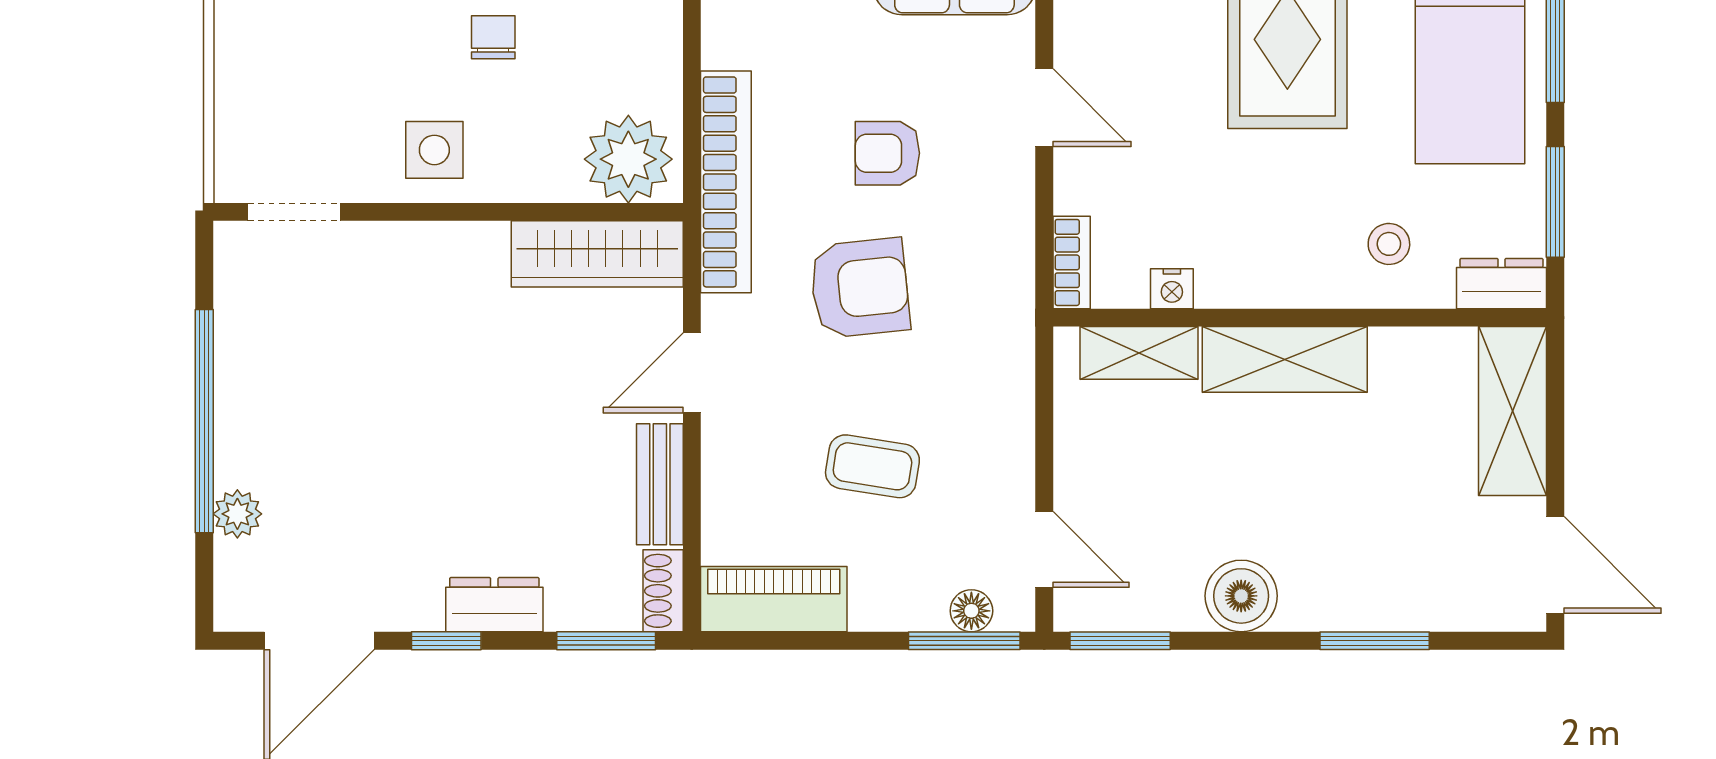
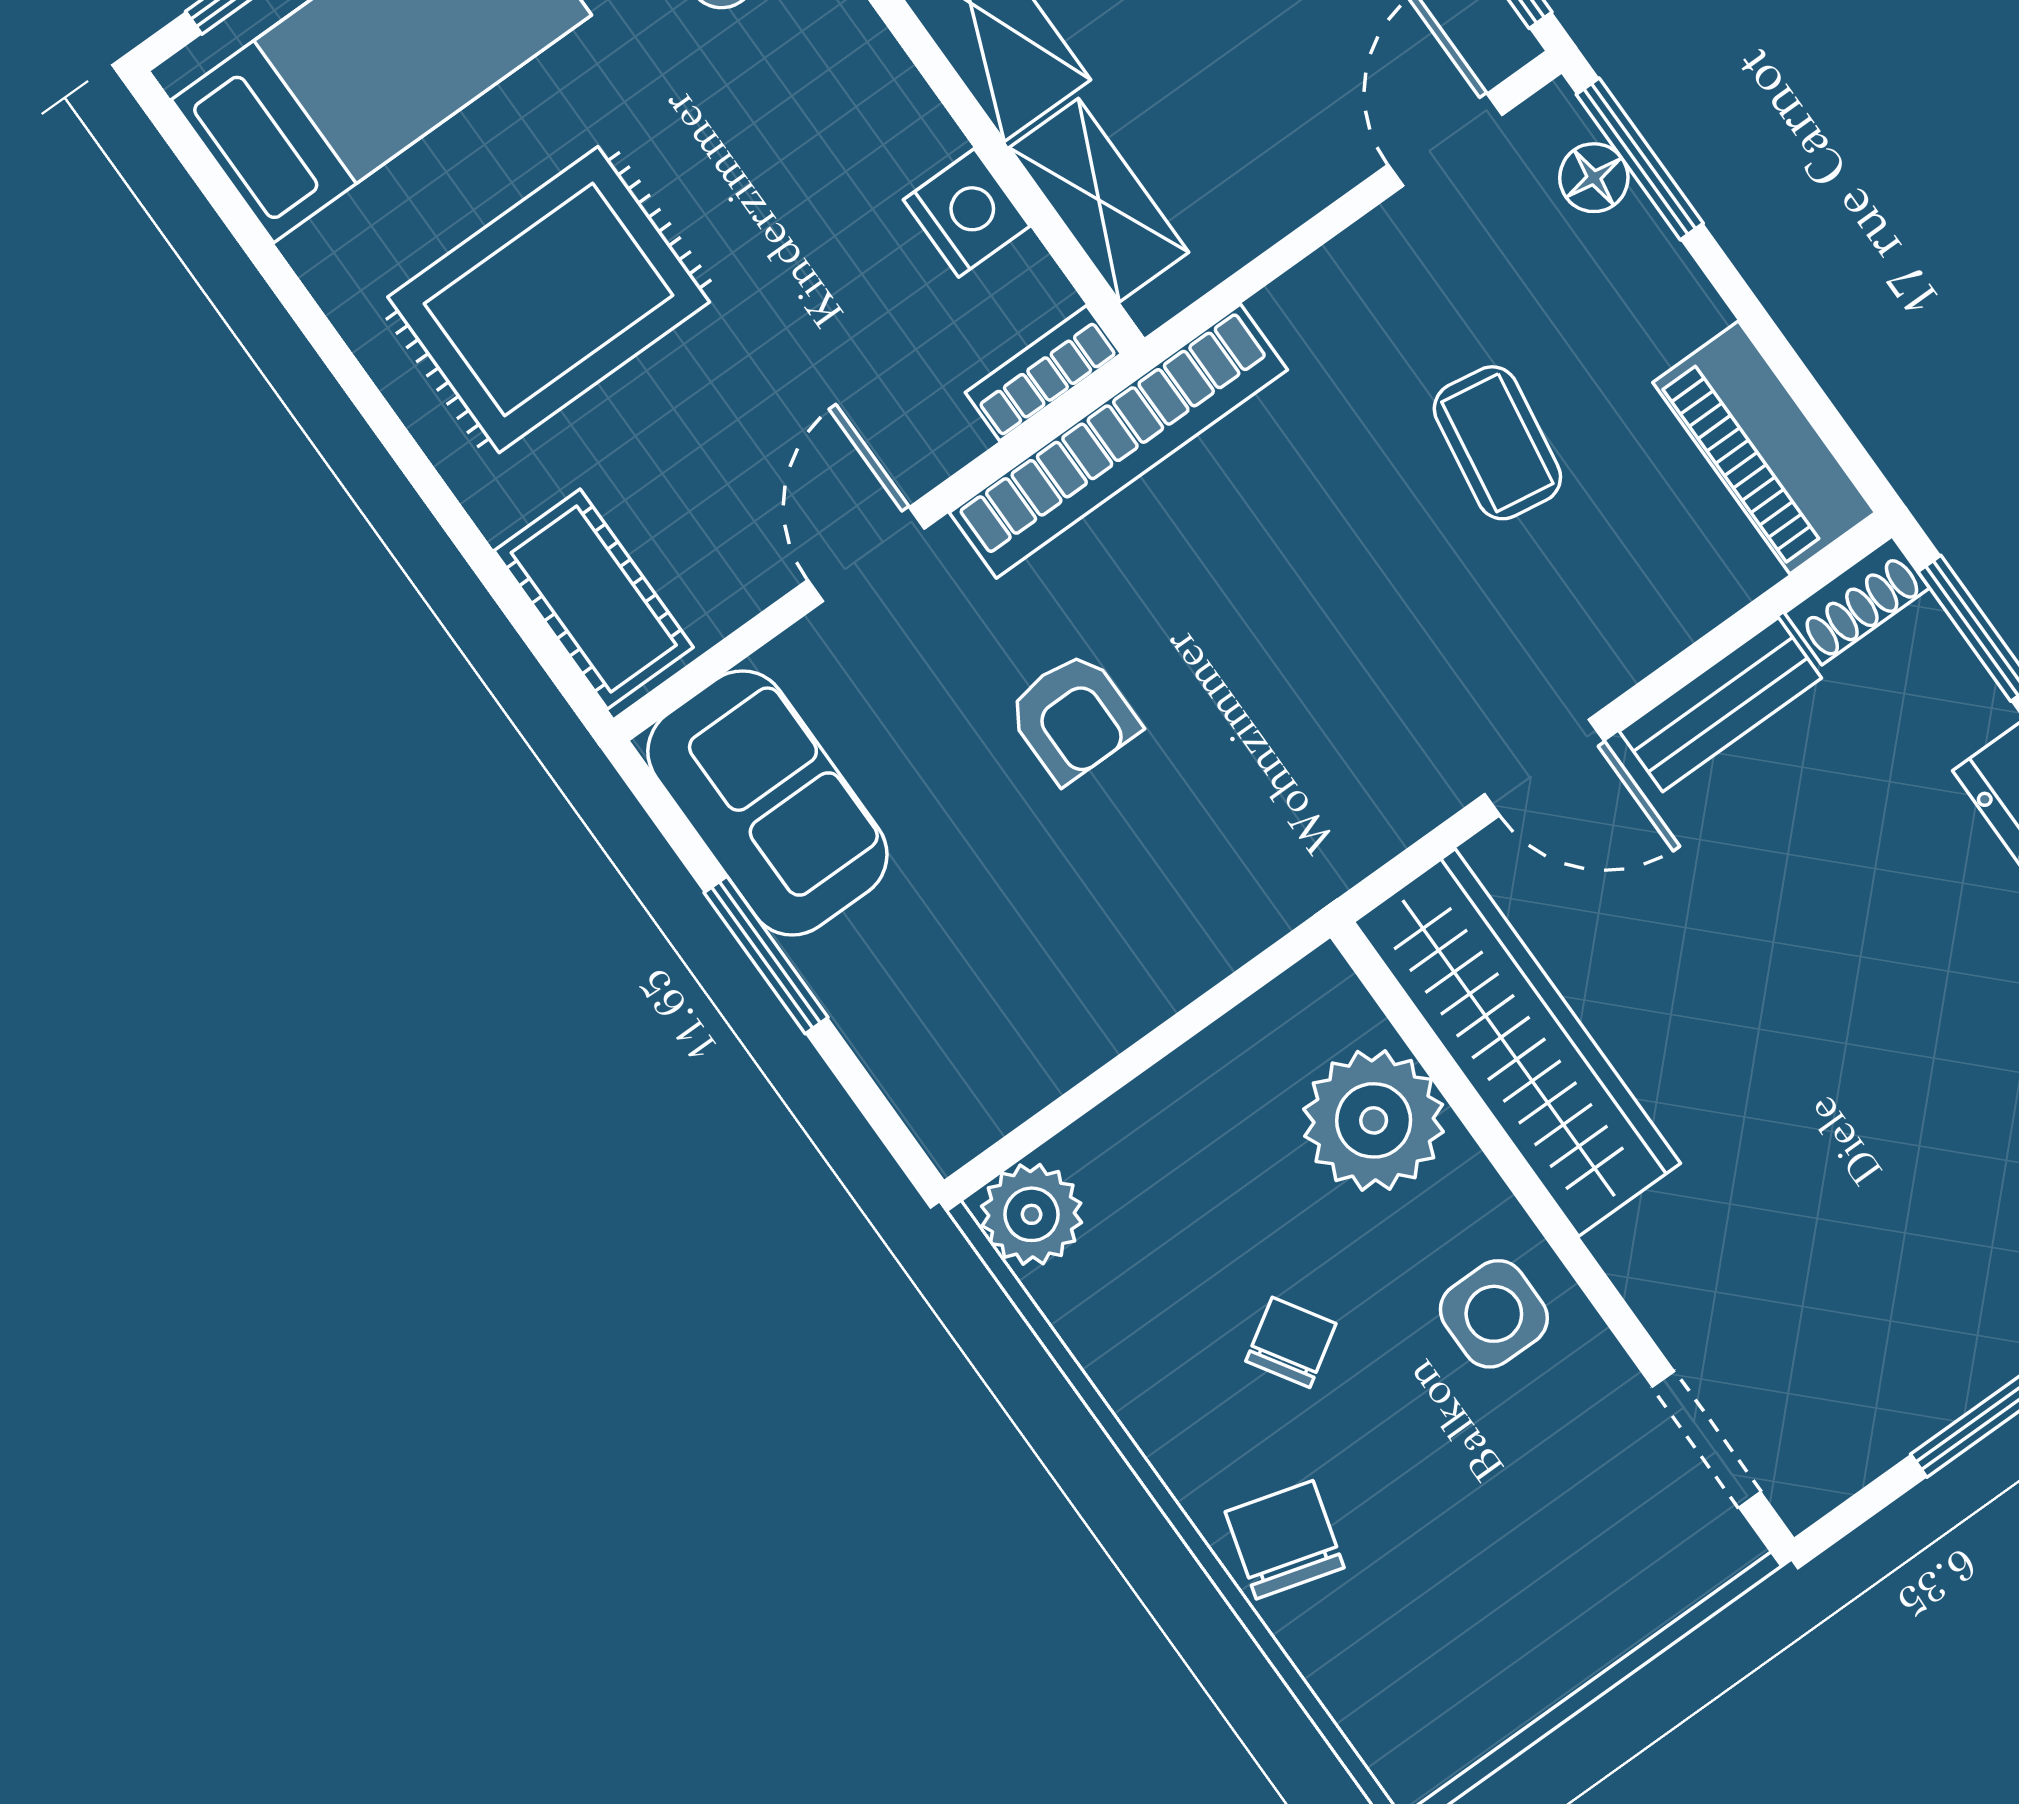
chair: (493, 37) -> (1291, 1342), turned 148
plant: (628, 159) -> (1374, 1120), moved
bookcase: (726, 182) -> (1118, 441), moved, turned 180
wardrobe: (597, 254) -> (1517, 1042), width x1.40, depth x1.17
armchair: (860, 288) -> (1276, 627), removed
nightstand: (1172, 289) -> (967, 213), width x1.39, depth x1.35

